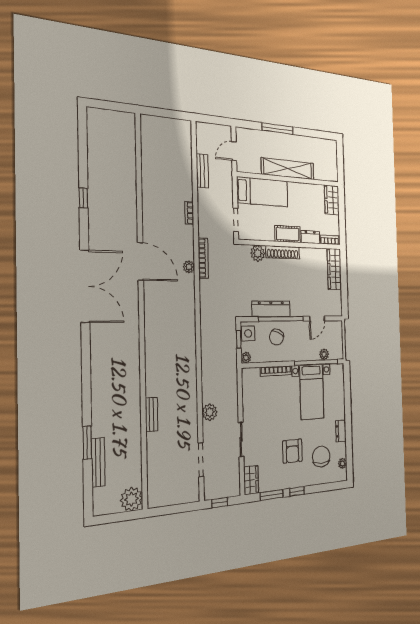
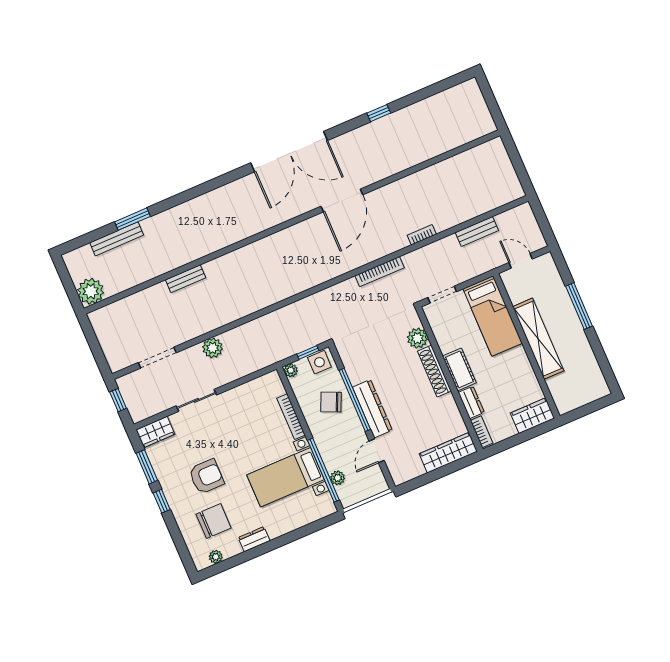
plant: (189, 267) -> (362, 258), removed
dresser: (271, 309) -> (372, 409), moved
door: (317, 319) -> (377, 451), hinge flipped
armchair: (292, 451) -> (206, 476), turned 180

